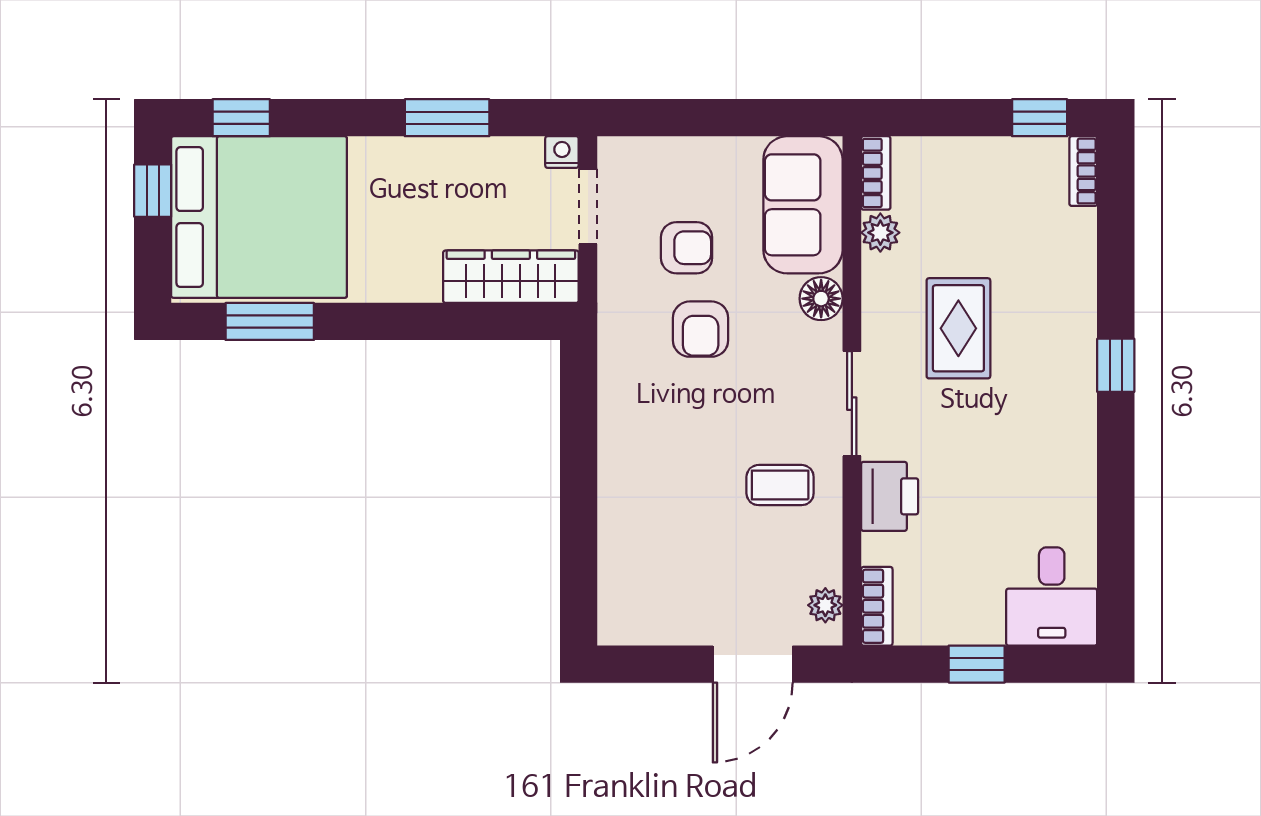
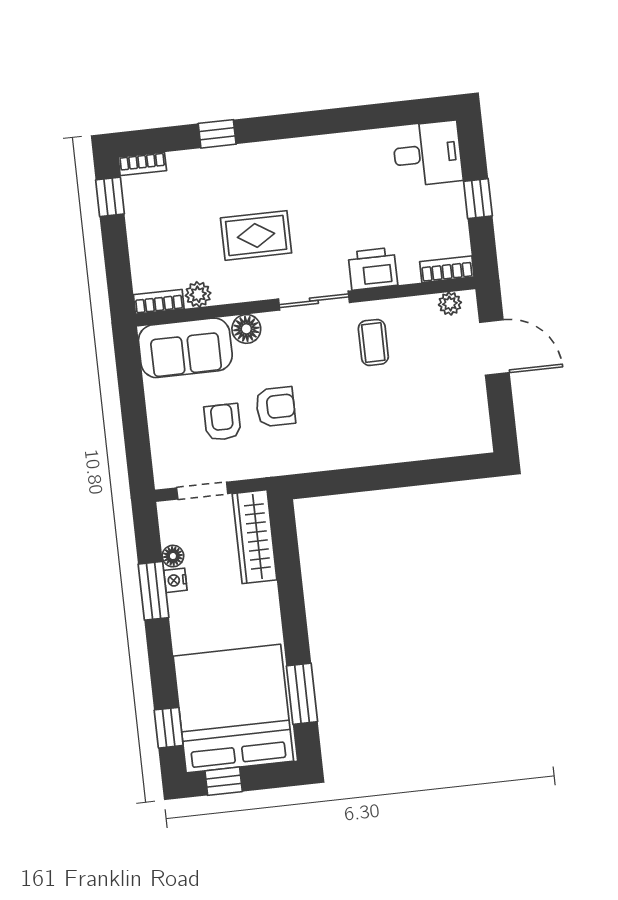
floor lamp: (496, 152) -> (173, 556), added
nightstand: (562, 152) -> (175, 580), moved
window: (1116, 365) -> (217, 134), moved

